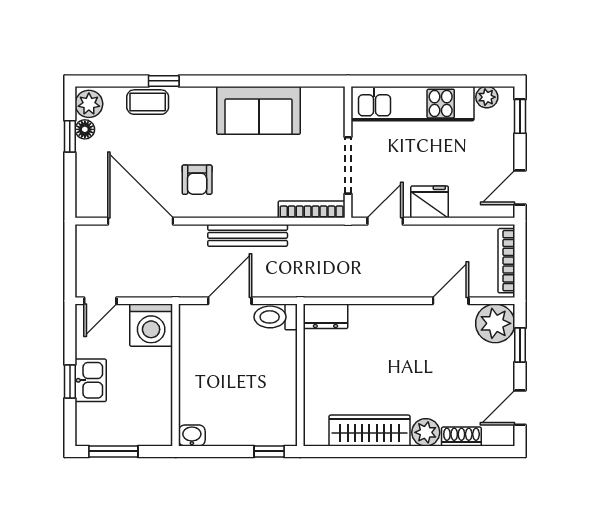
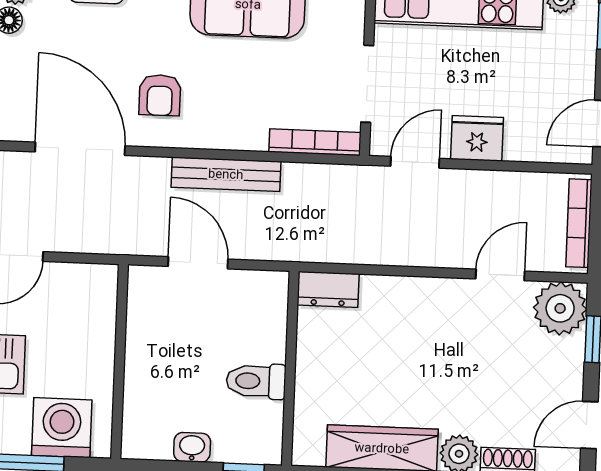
door: (230, 301) -> (198, 263), hinge flipped
toilet: (276, 317) -> (256, 381), moved
washing machine: (151, 325) -> (62, 428), moved, turned 180
washbasin: (192, 436) -> (192, 447), moved

